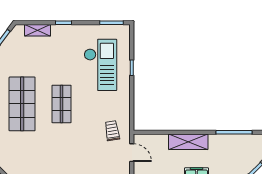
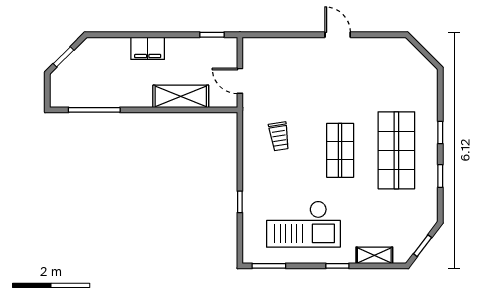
checkout: (100, 65) -> (303, 224), moved, turned -90
trolley: (112, 131) -> (279, 136), moved
shelving: (188, 142) -> (181, 96), moved

